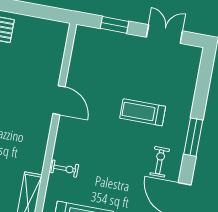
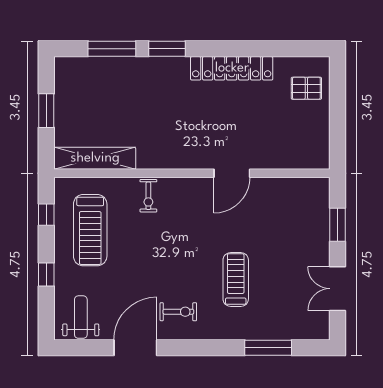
double door: (164, 34) -> (337, 289), swing flipped
window: (193, 137) -> (268, 348), moved

